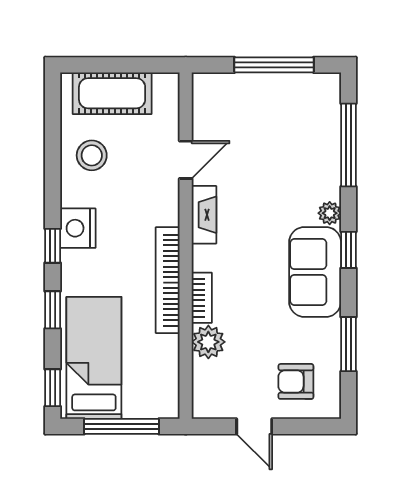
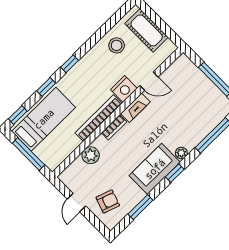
nightstand: (78, 228) -> (124, 89), moved, turned 180
bookcase: (202, 298) -> (114, 127), moved
armchair: (296, 381) -> (108, 201), turned 109

